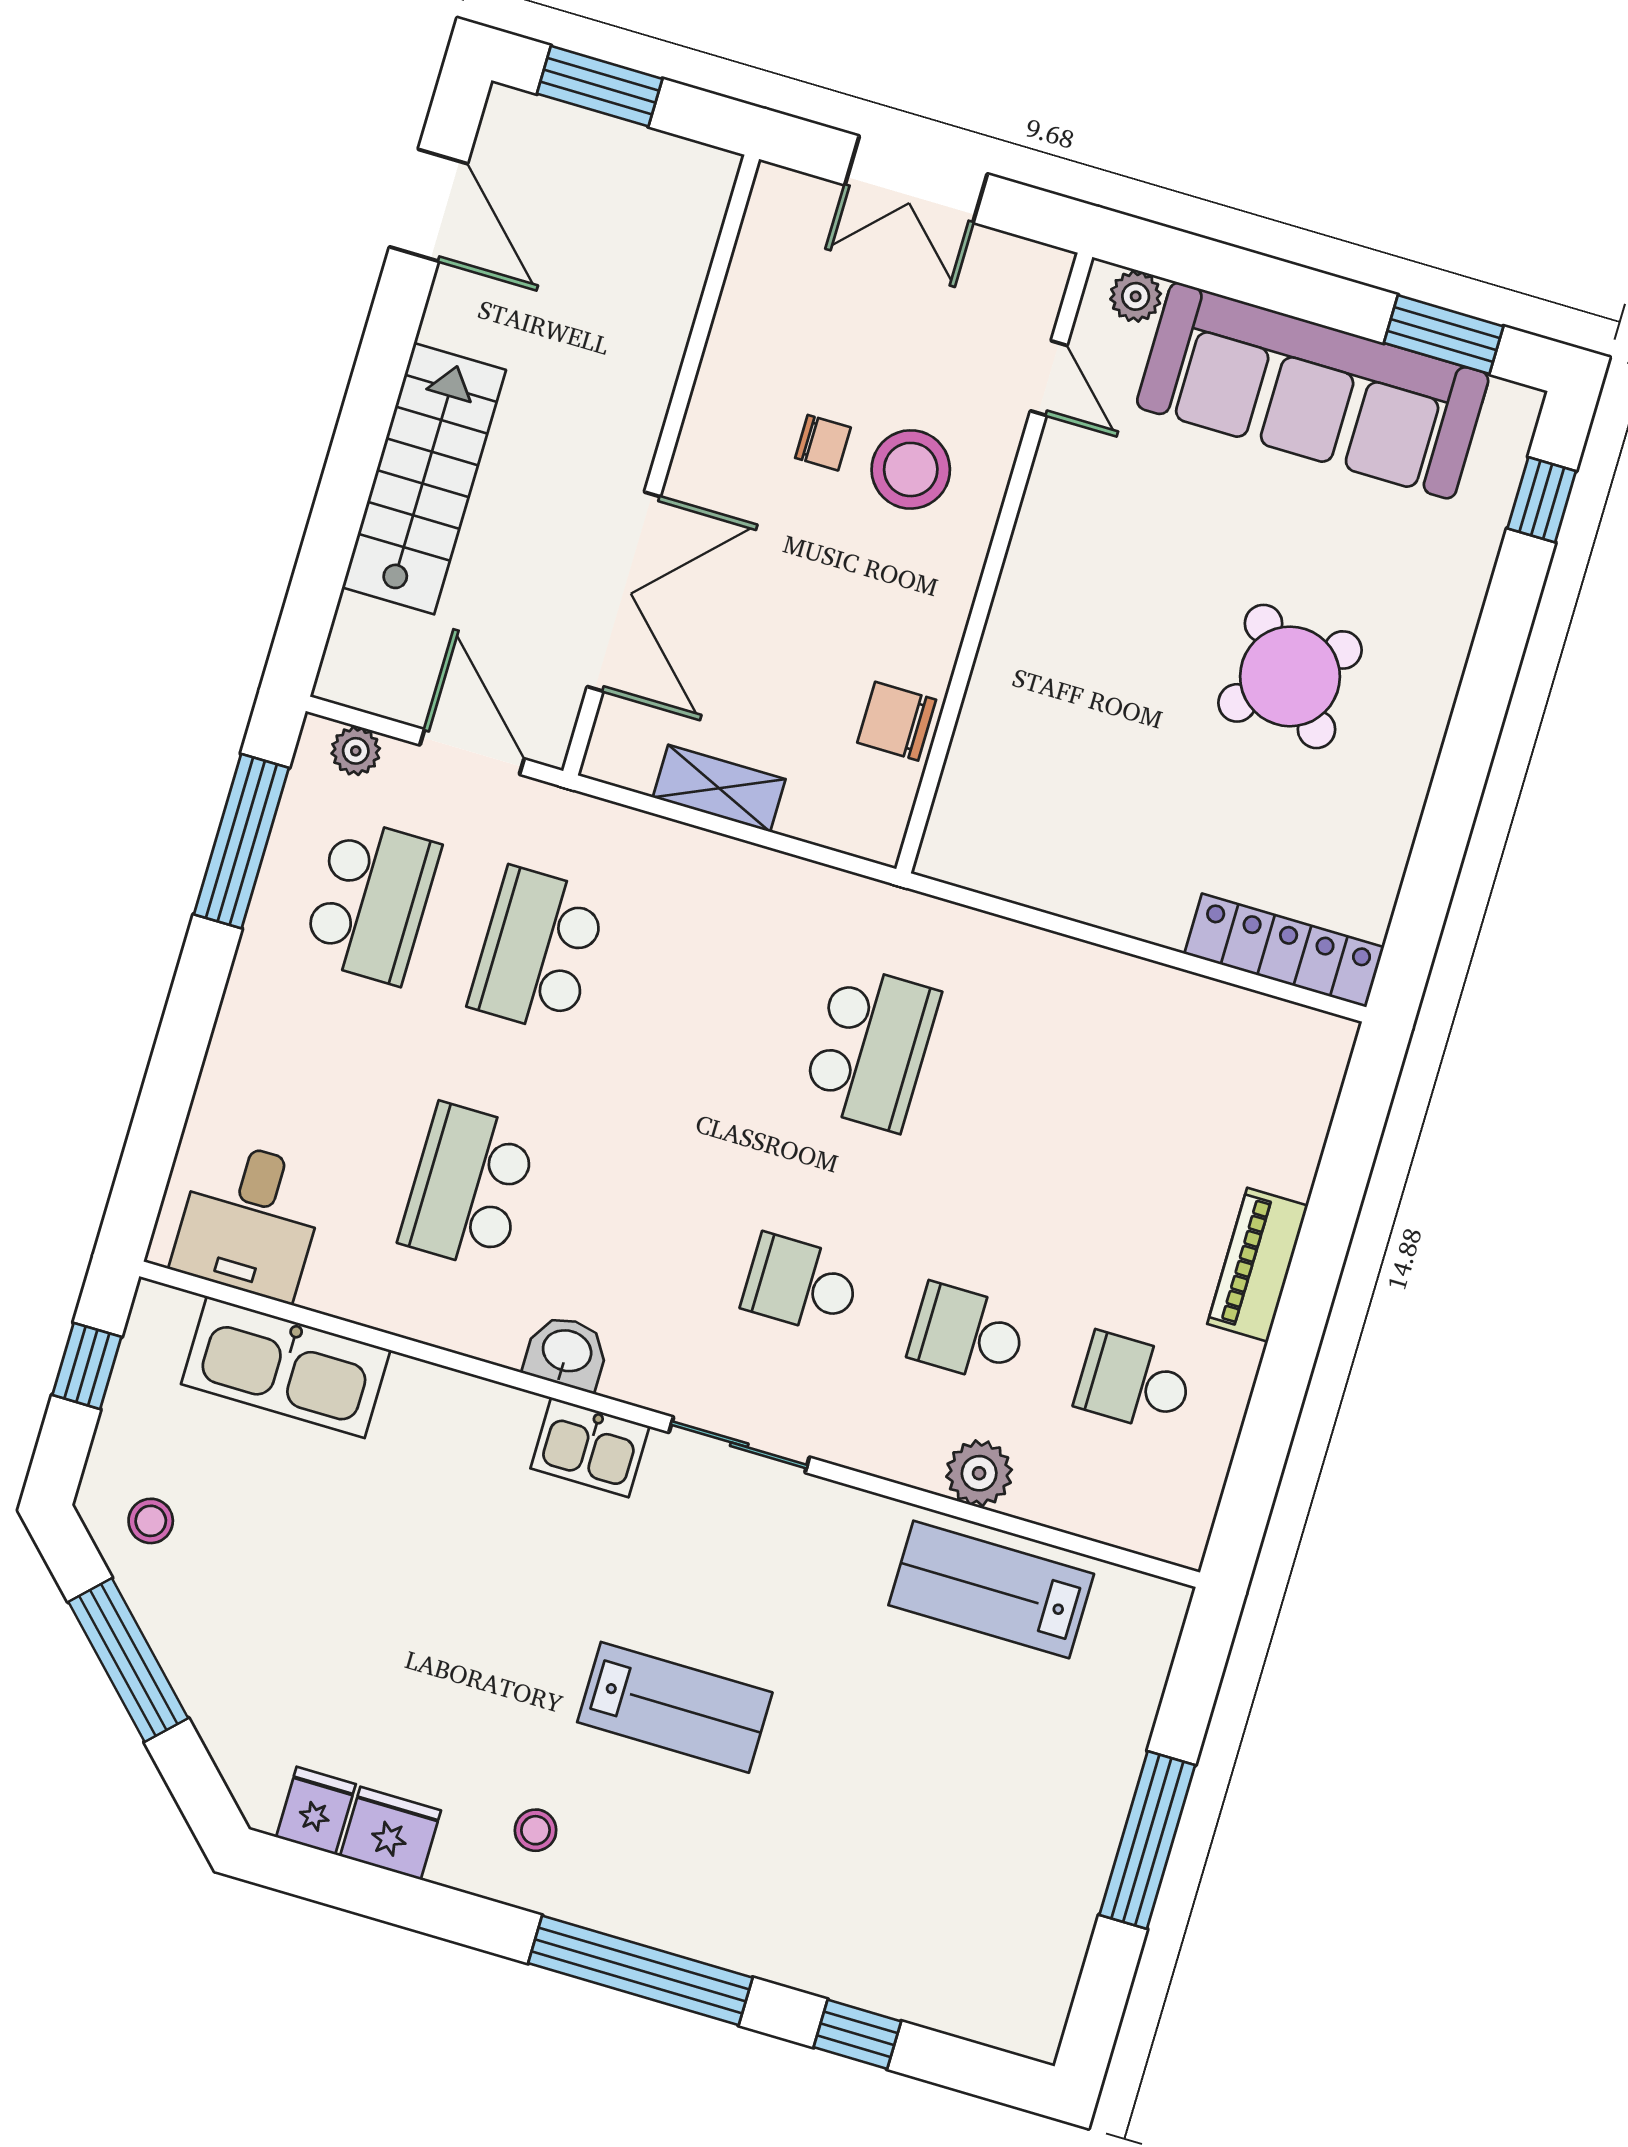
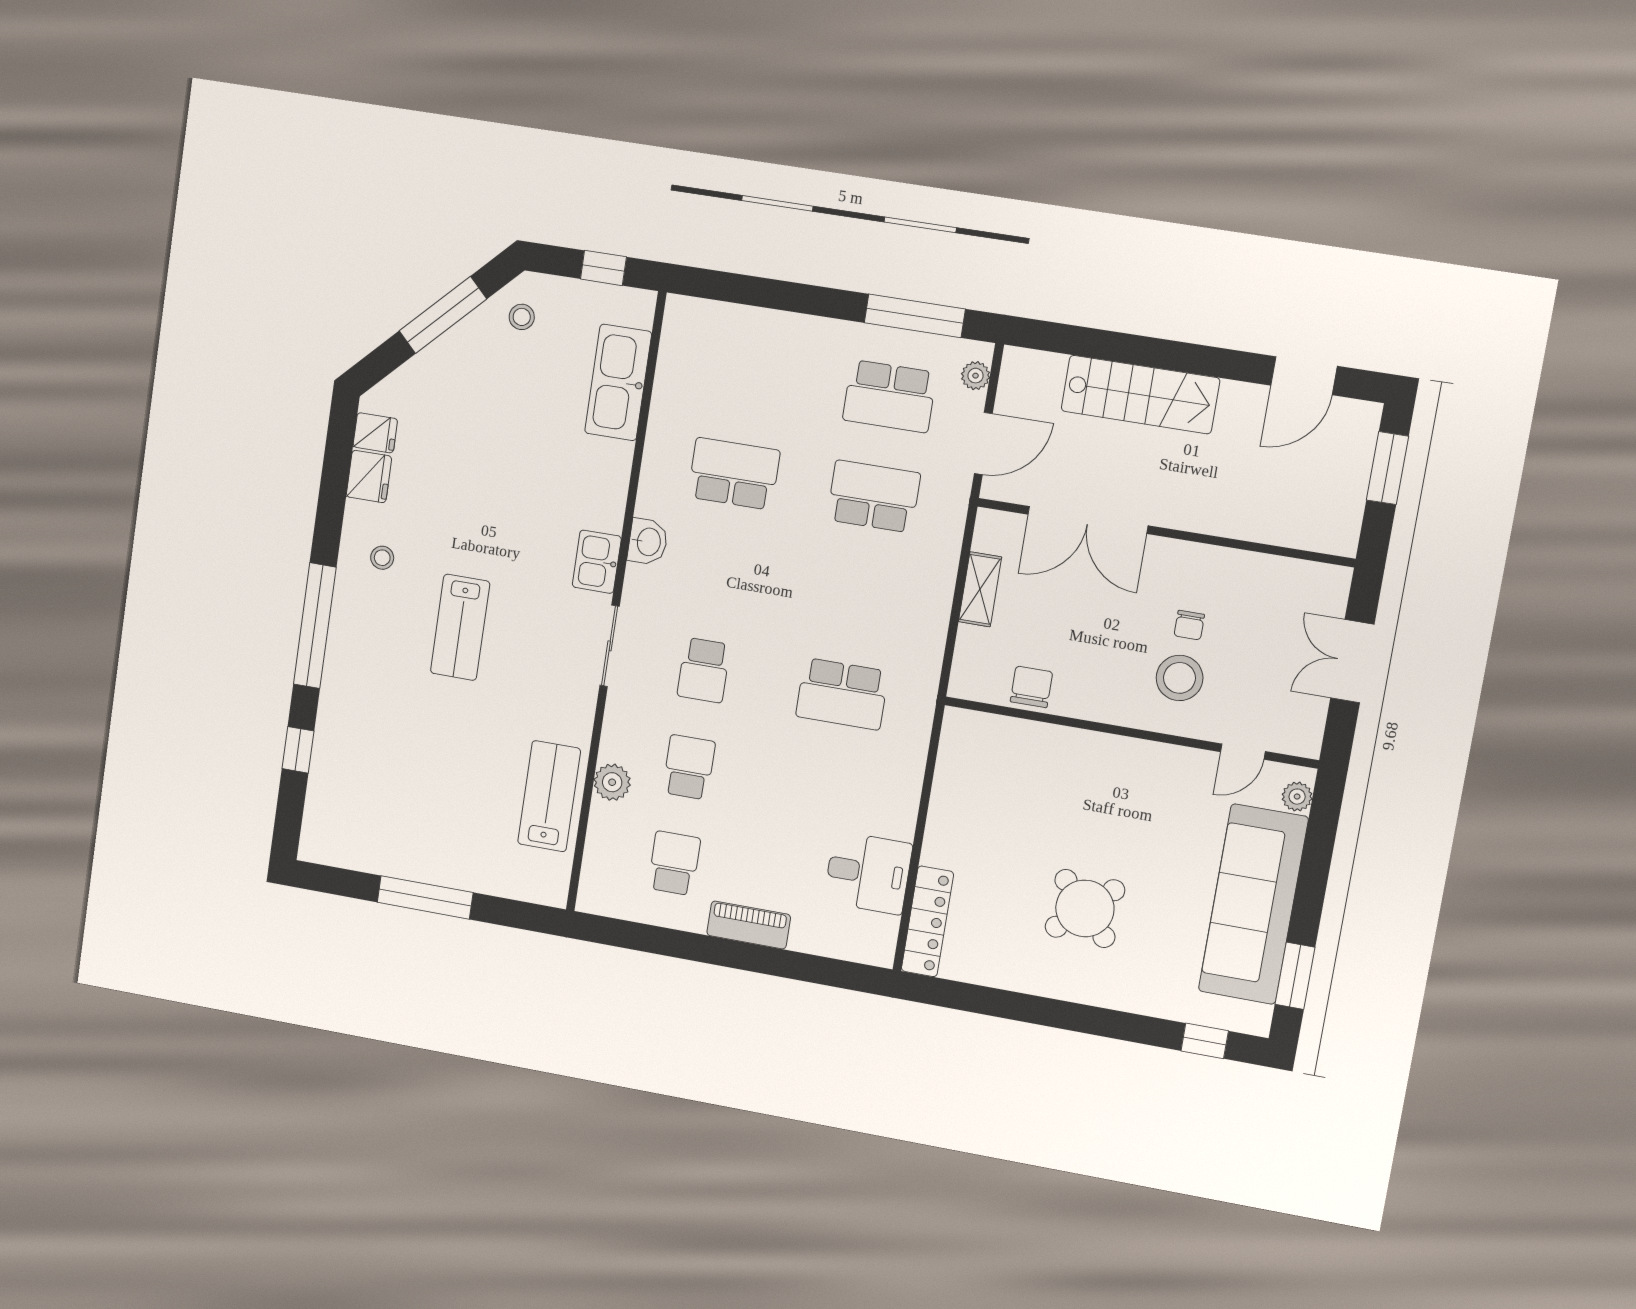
desk: (250, 1220) -> (868, 873), moved, turned 180
school desk: (801, 1284) -> (704, 670), turned 180

